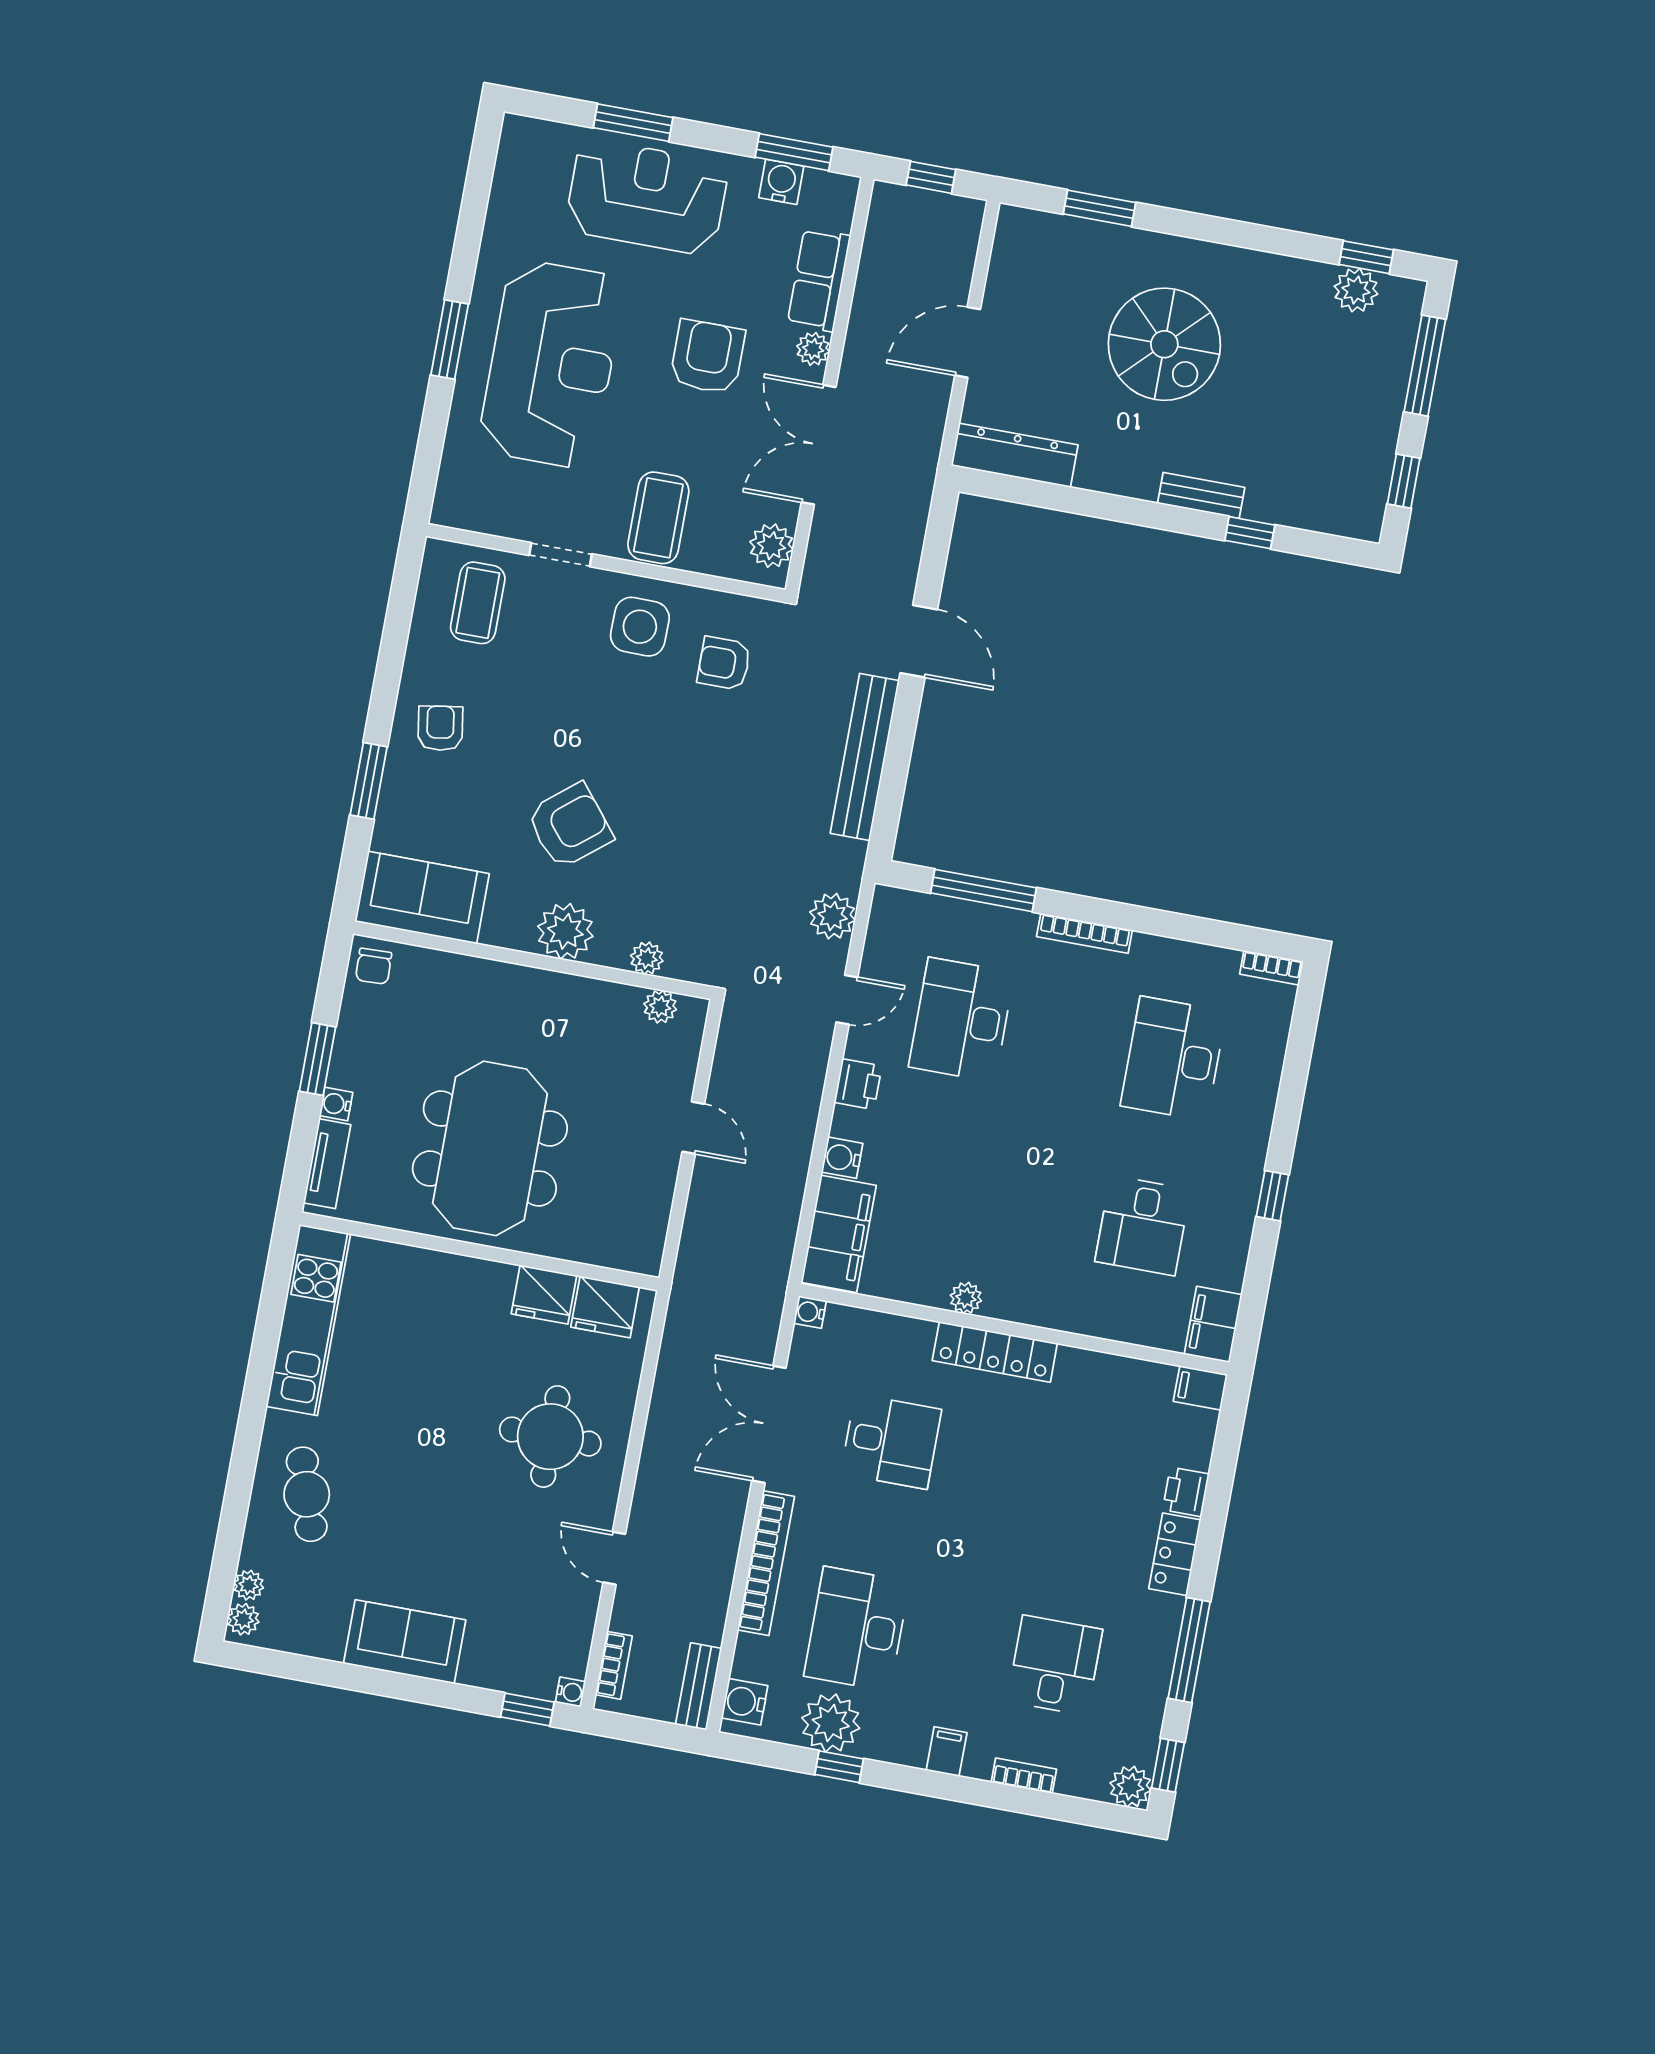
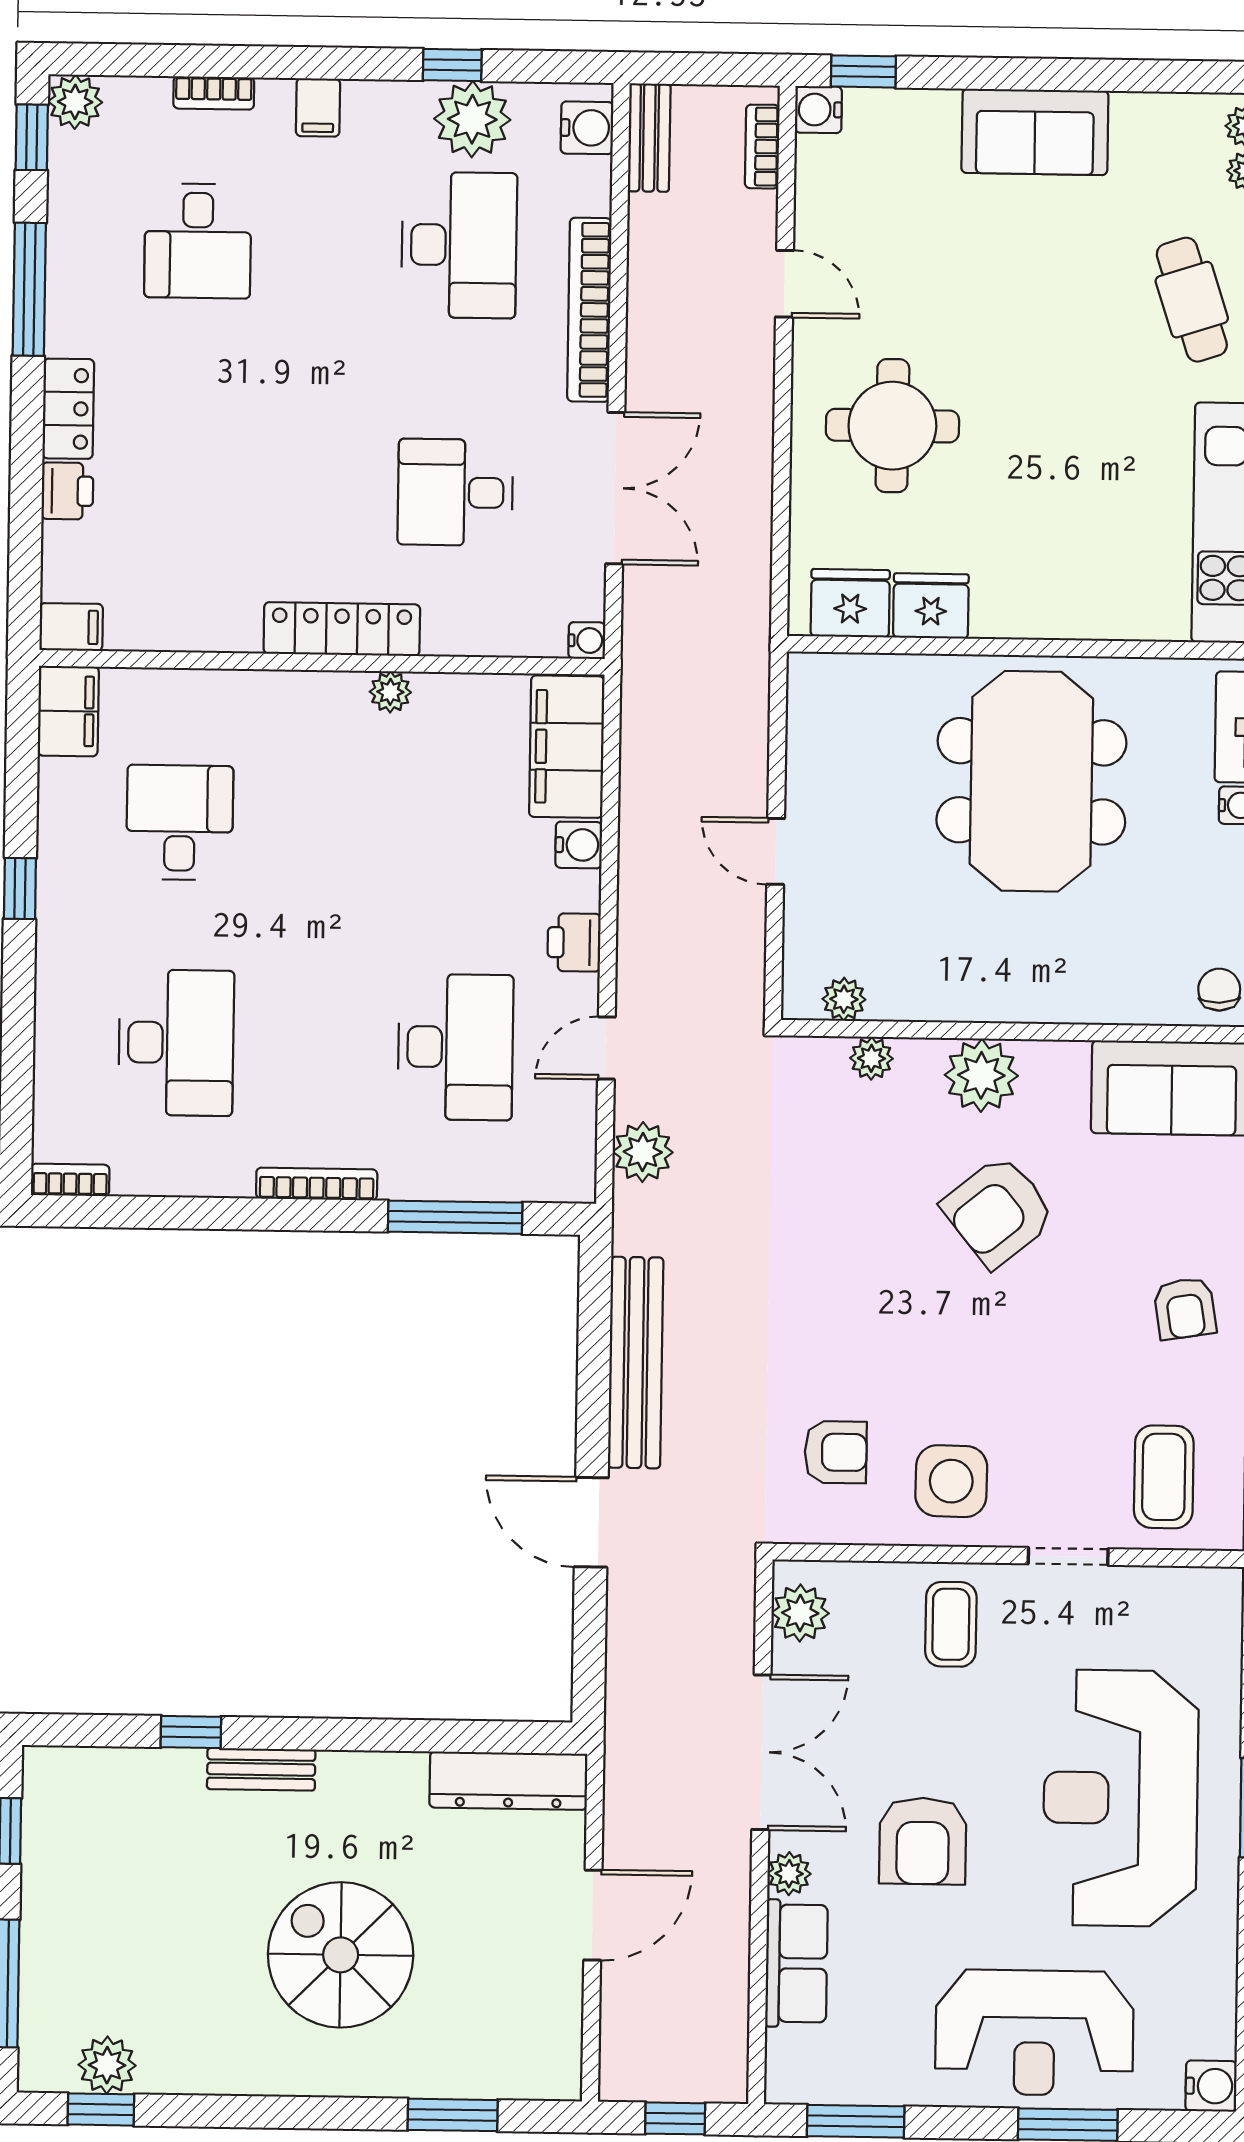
water cooler: (781, 182) -> (1211, 2086), moved, turned -90
coffee table: (658, 518) -> (951, 1624), width x0.73, depth x0.77
water cooler: (570, 1692) -> (818, 110), width x1.38, depth x1.38

